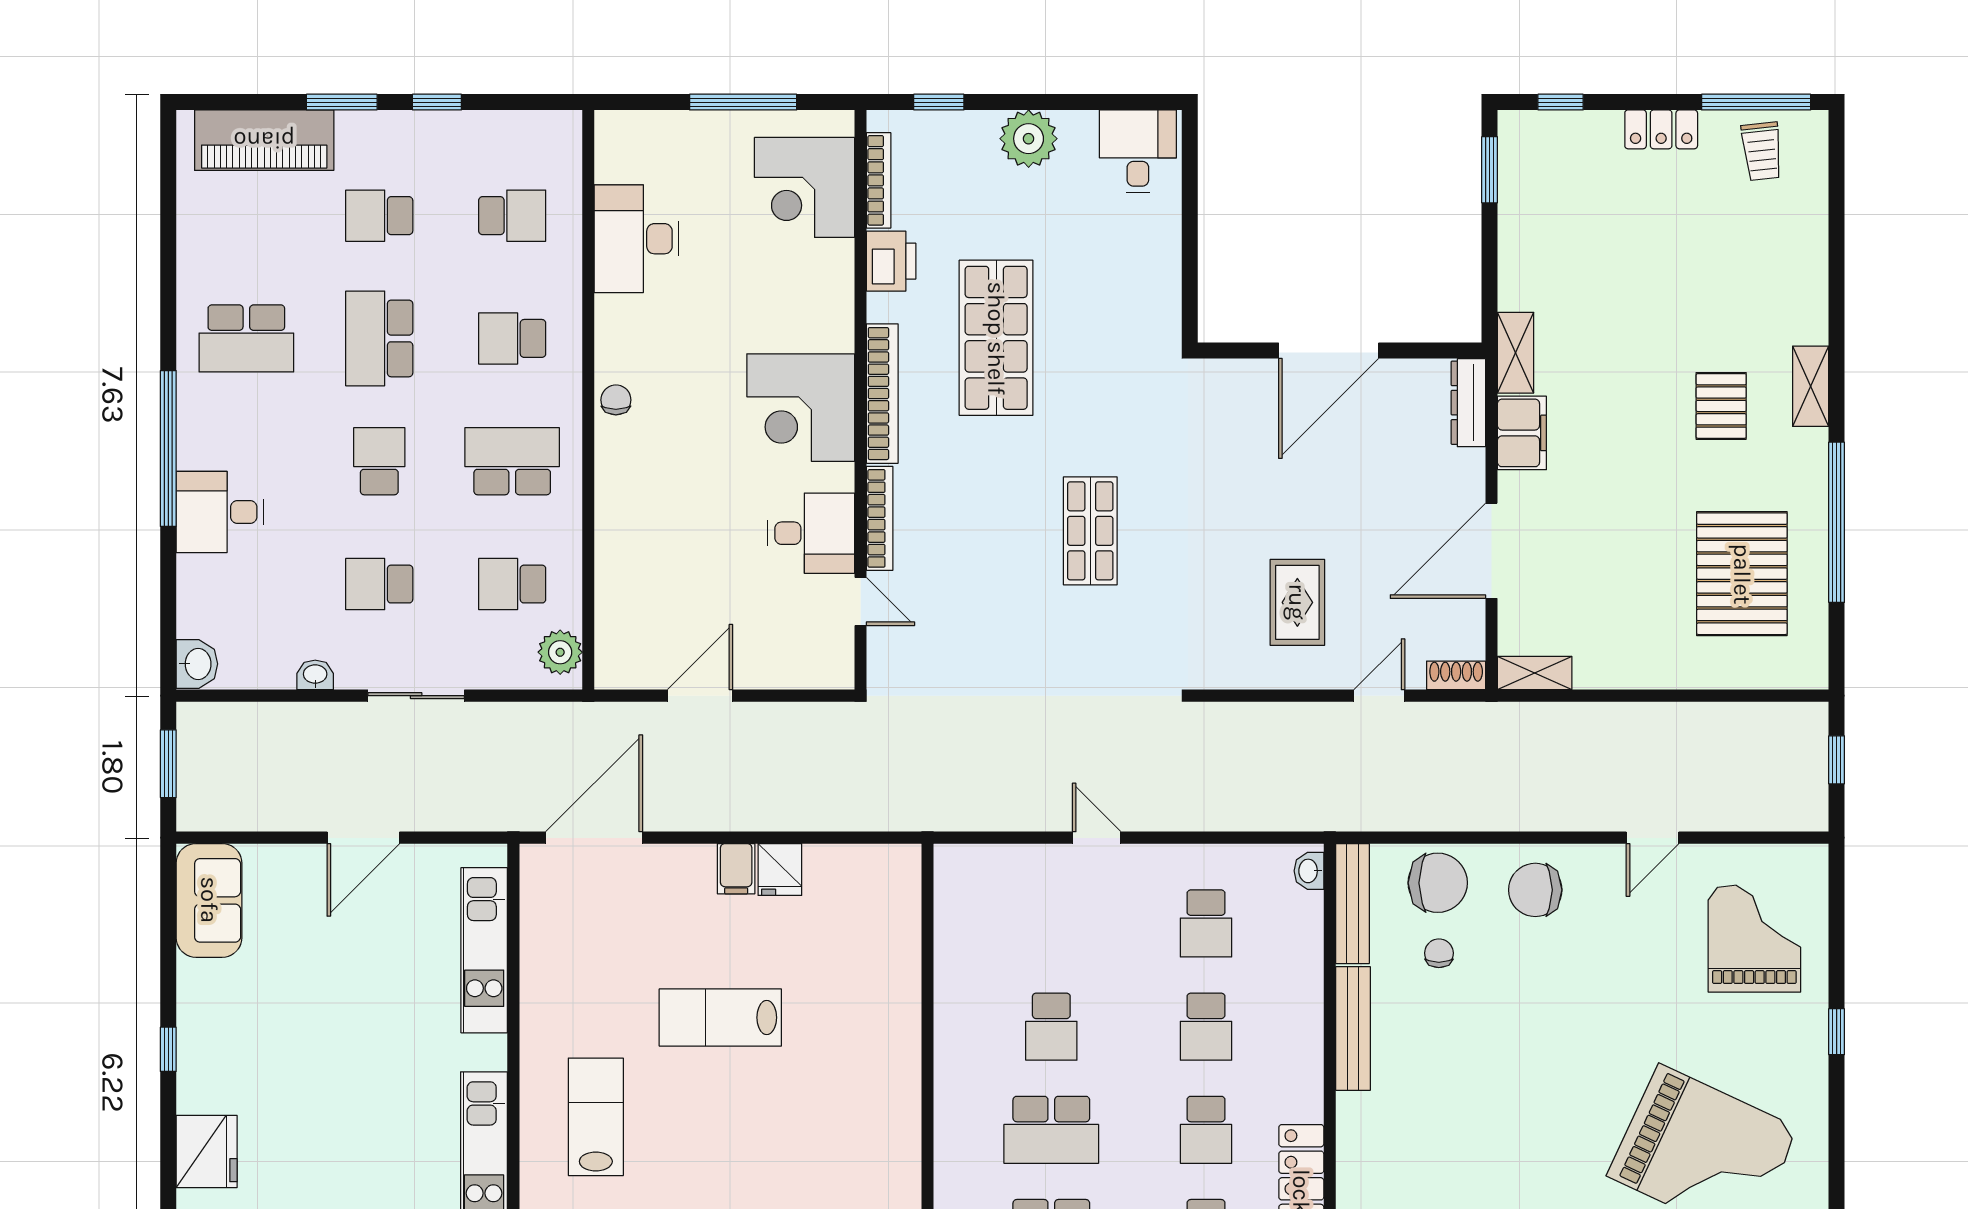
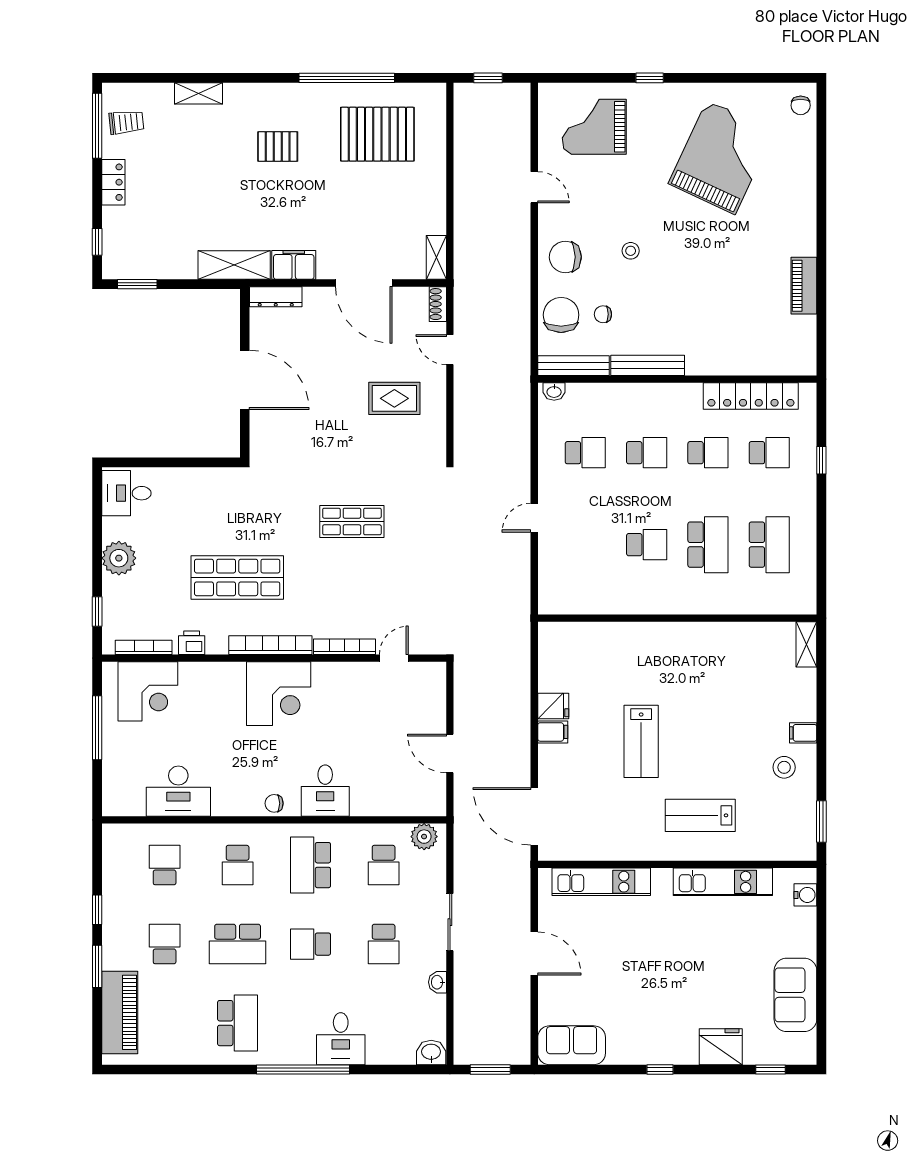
school desk: (379, 216) -> (165, 944), turned 180
printer: (891, 261) -> (192, 643), width x0.73, depth x0.81
shelving: (1516, 353) -> (234, 265), width x1.50, depth x1.33
shelving: (1811, 386) -> (198, 93), moved
desk: (811, 533) -> (325, 791), moved, turned 180
chair: (1535, 890) -> (565, 257), turned 89
stool: (1546, 1000) -> (631, 251), added

